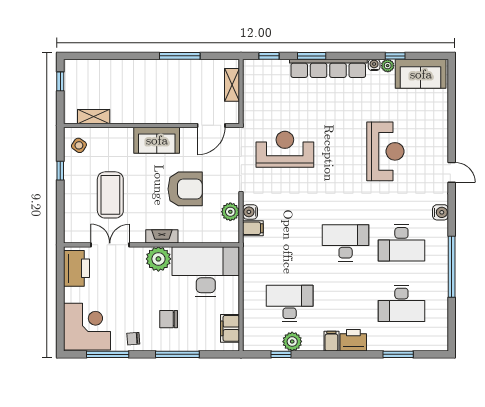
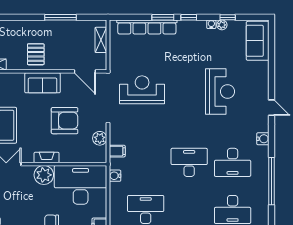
window: (269, 56) -> (189, 17), moved
row of seats: (328, 68) -> (147, 27), moved
sofa: (421, 74) -> (258, 41), moved, turned 90
pallet: (148, 103) -> (36, 54), added
door: (211, 125) -> (85, 71), hinge flipped
water cooler: (250, 212) -> (115, 176), moved

